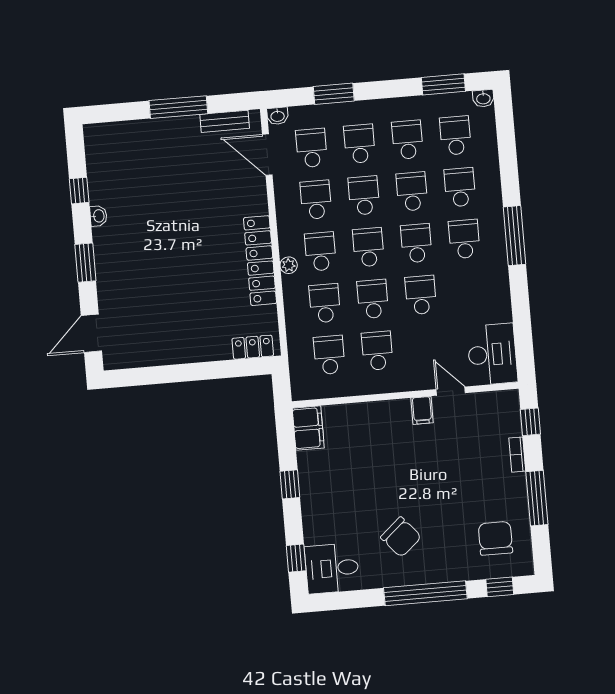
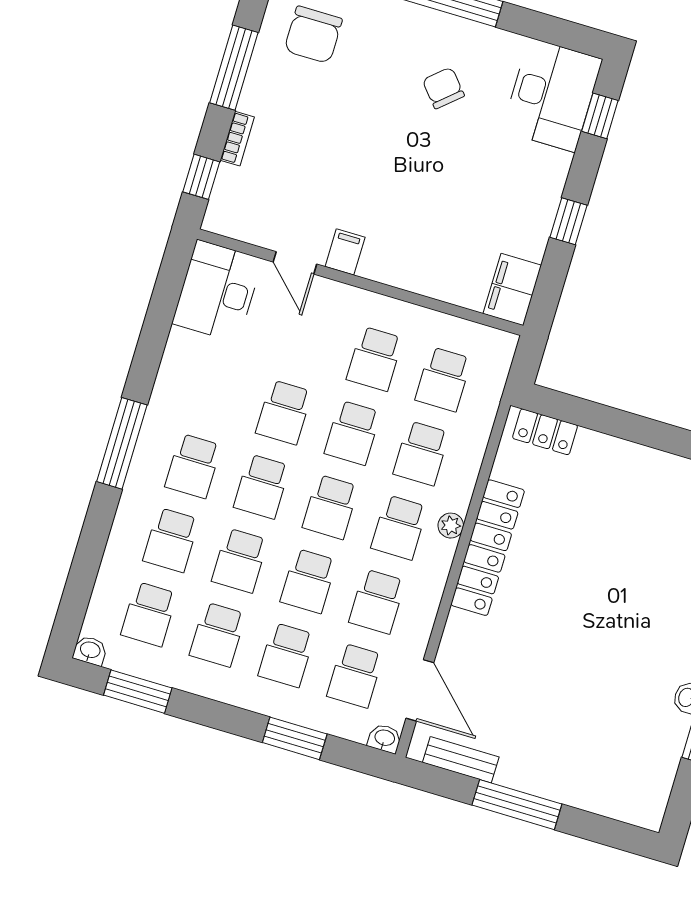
chair: (401, 537) -> (443, 88), width x0.73, depth x0.73
desk: (332, 568) -> (552, 95), width x1.37

